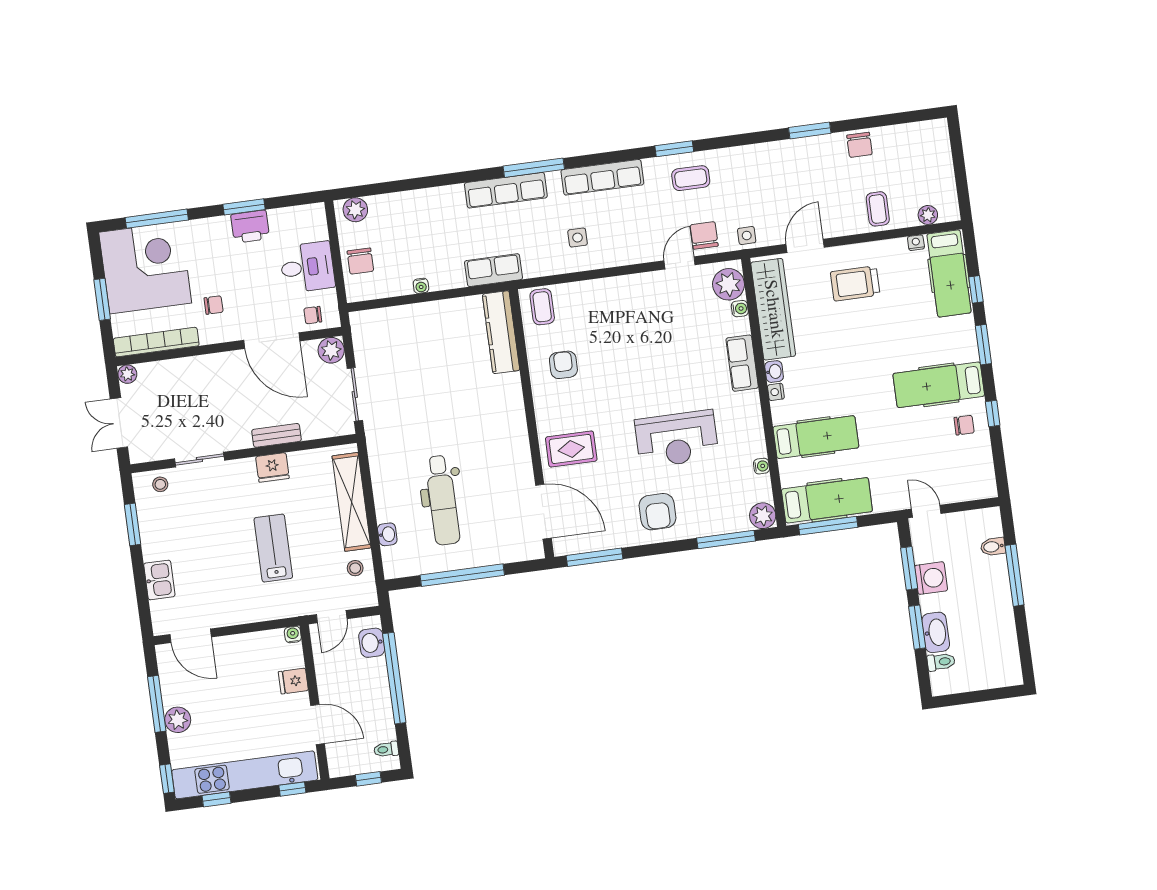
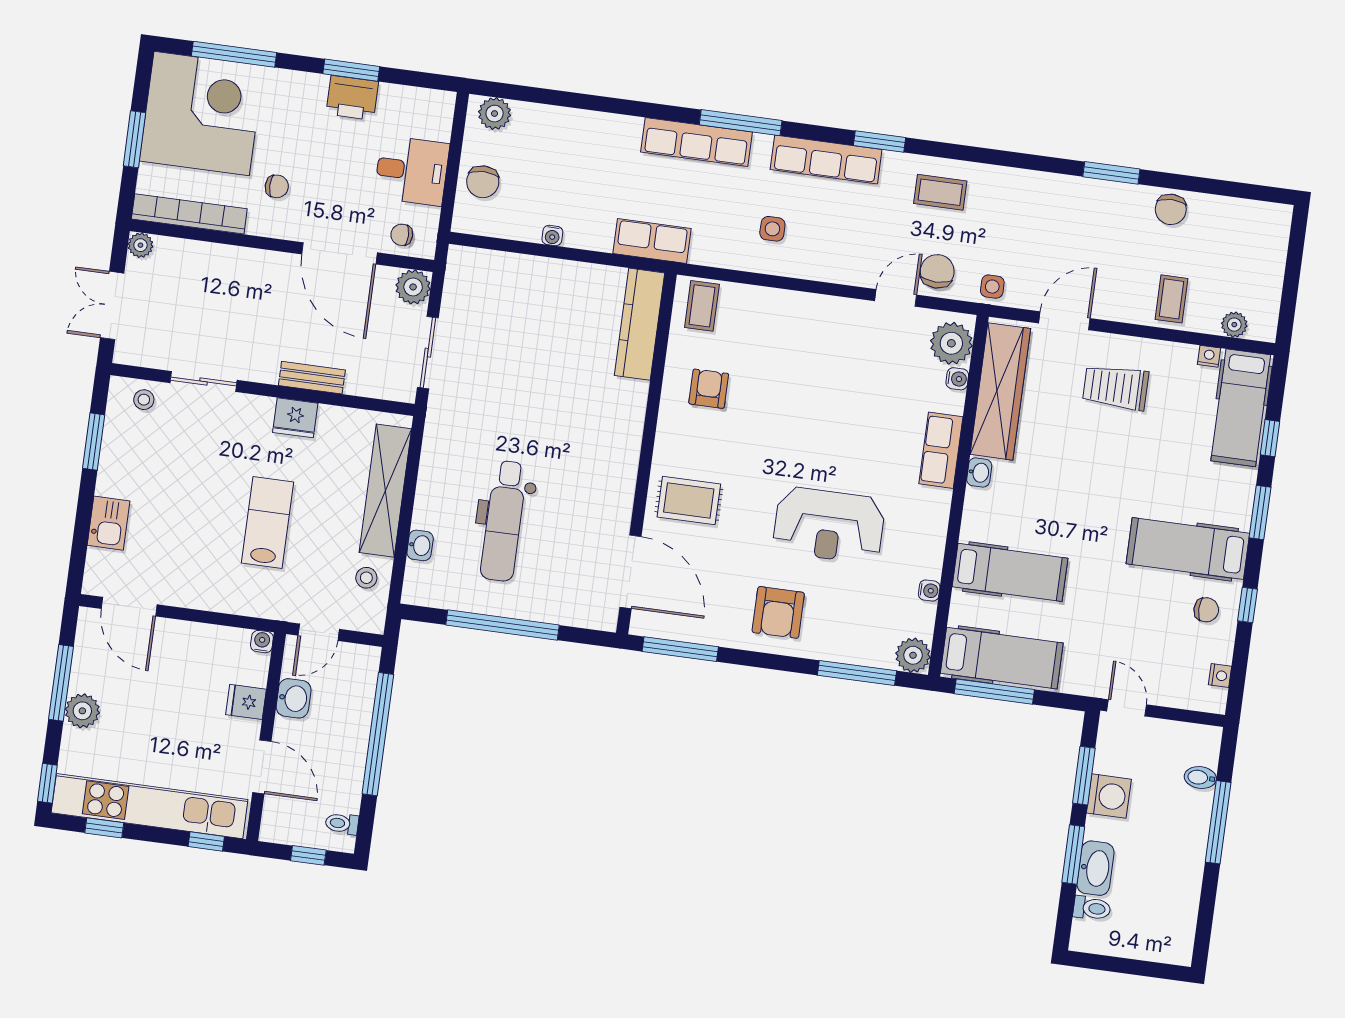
window: (674, 149) -> (879, 142), moved
nightstand: (776, 392) -> (1220, 676), moved, turned 180
washbasin: (372, 643) -> (294, 698), moved, turned 180

